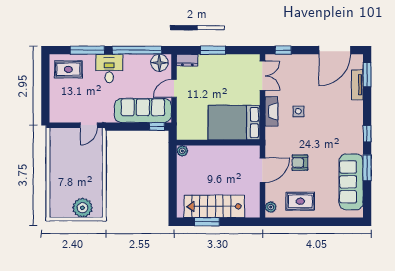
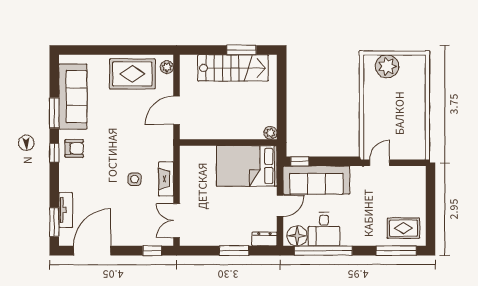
window: (87, 50) -> (396, 251), moved
desk: (109, 69) -> (324, 229), moved
bed: (234, 123) -> (247, 166), moved, turned 180
armchair: (300, 163) -> (74, 148), moved
rug: (300, 201) -> (132, 74), width x1.36, depth x1.43

